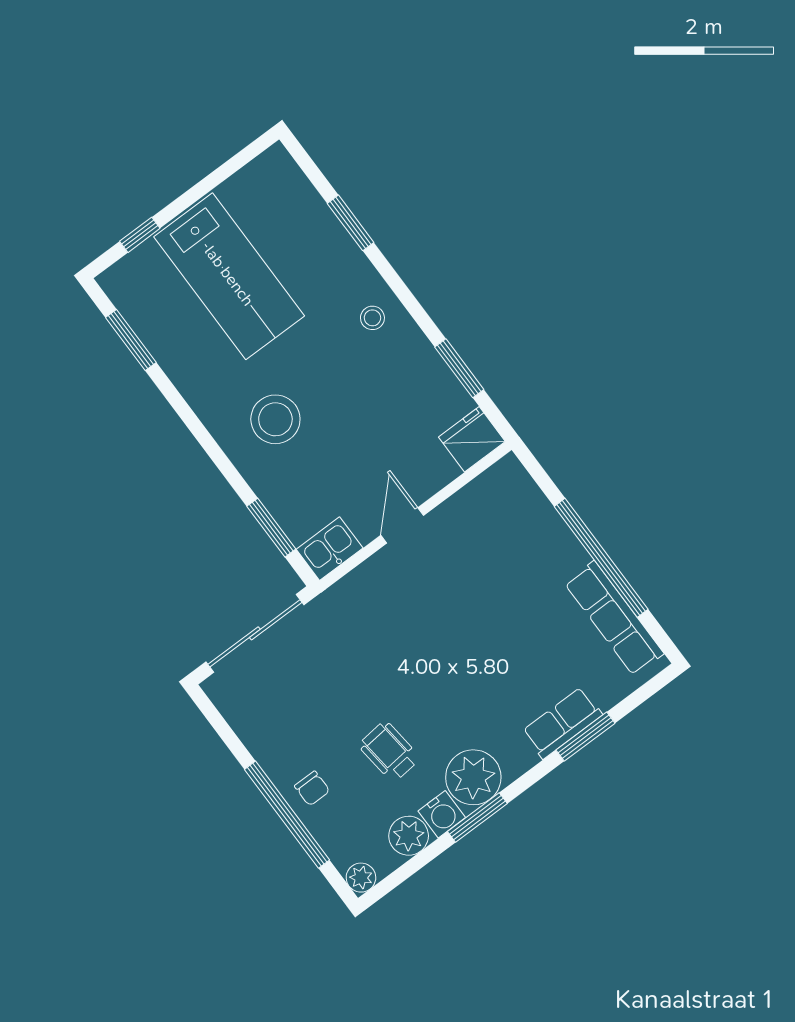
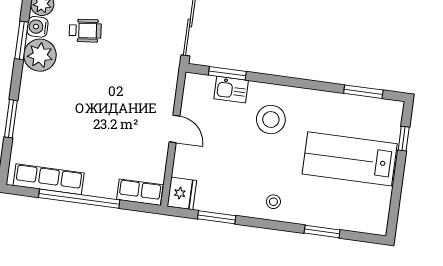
kitchen sink: (330, 549) -> (231, 89), moved, turned 90
row of seats: (562, 723) -> (140, 192), moved, turned -90

